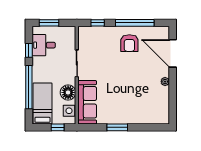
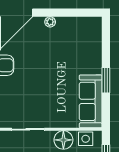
sofa: (87, 102) -> (91, 101), moved, turned -90

